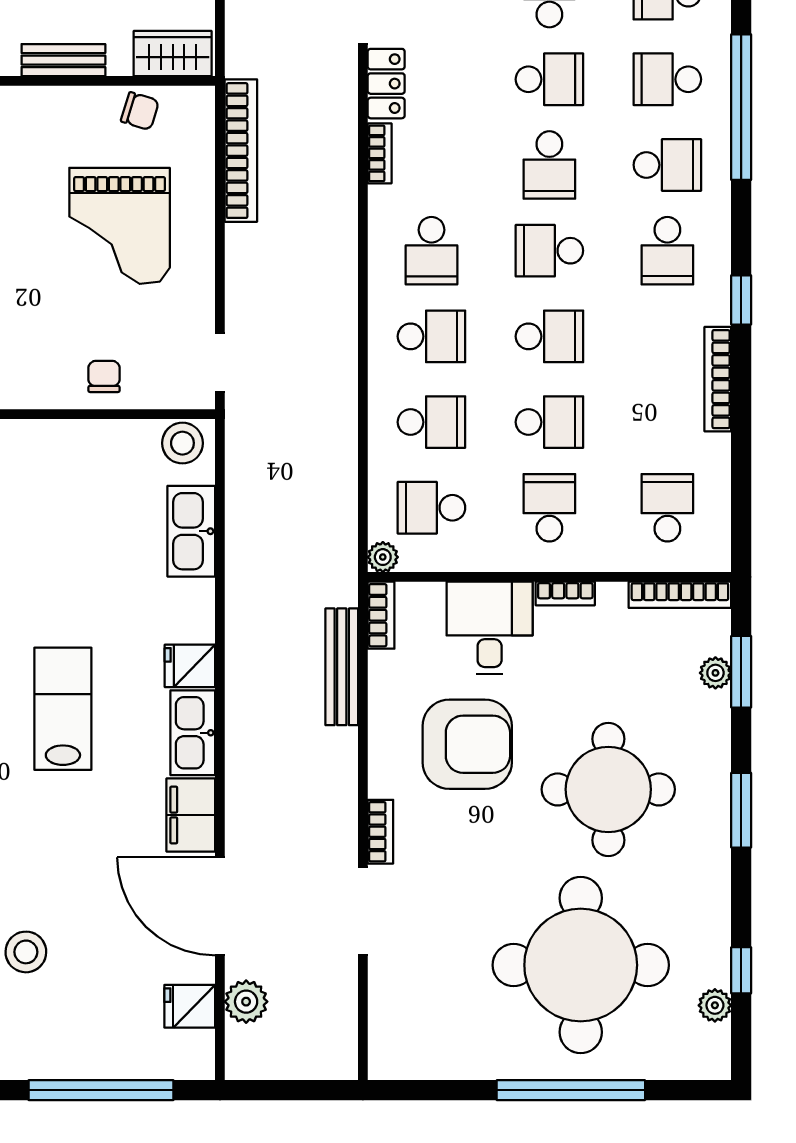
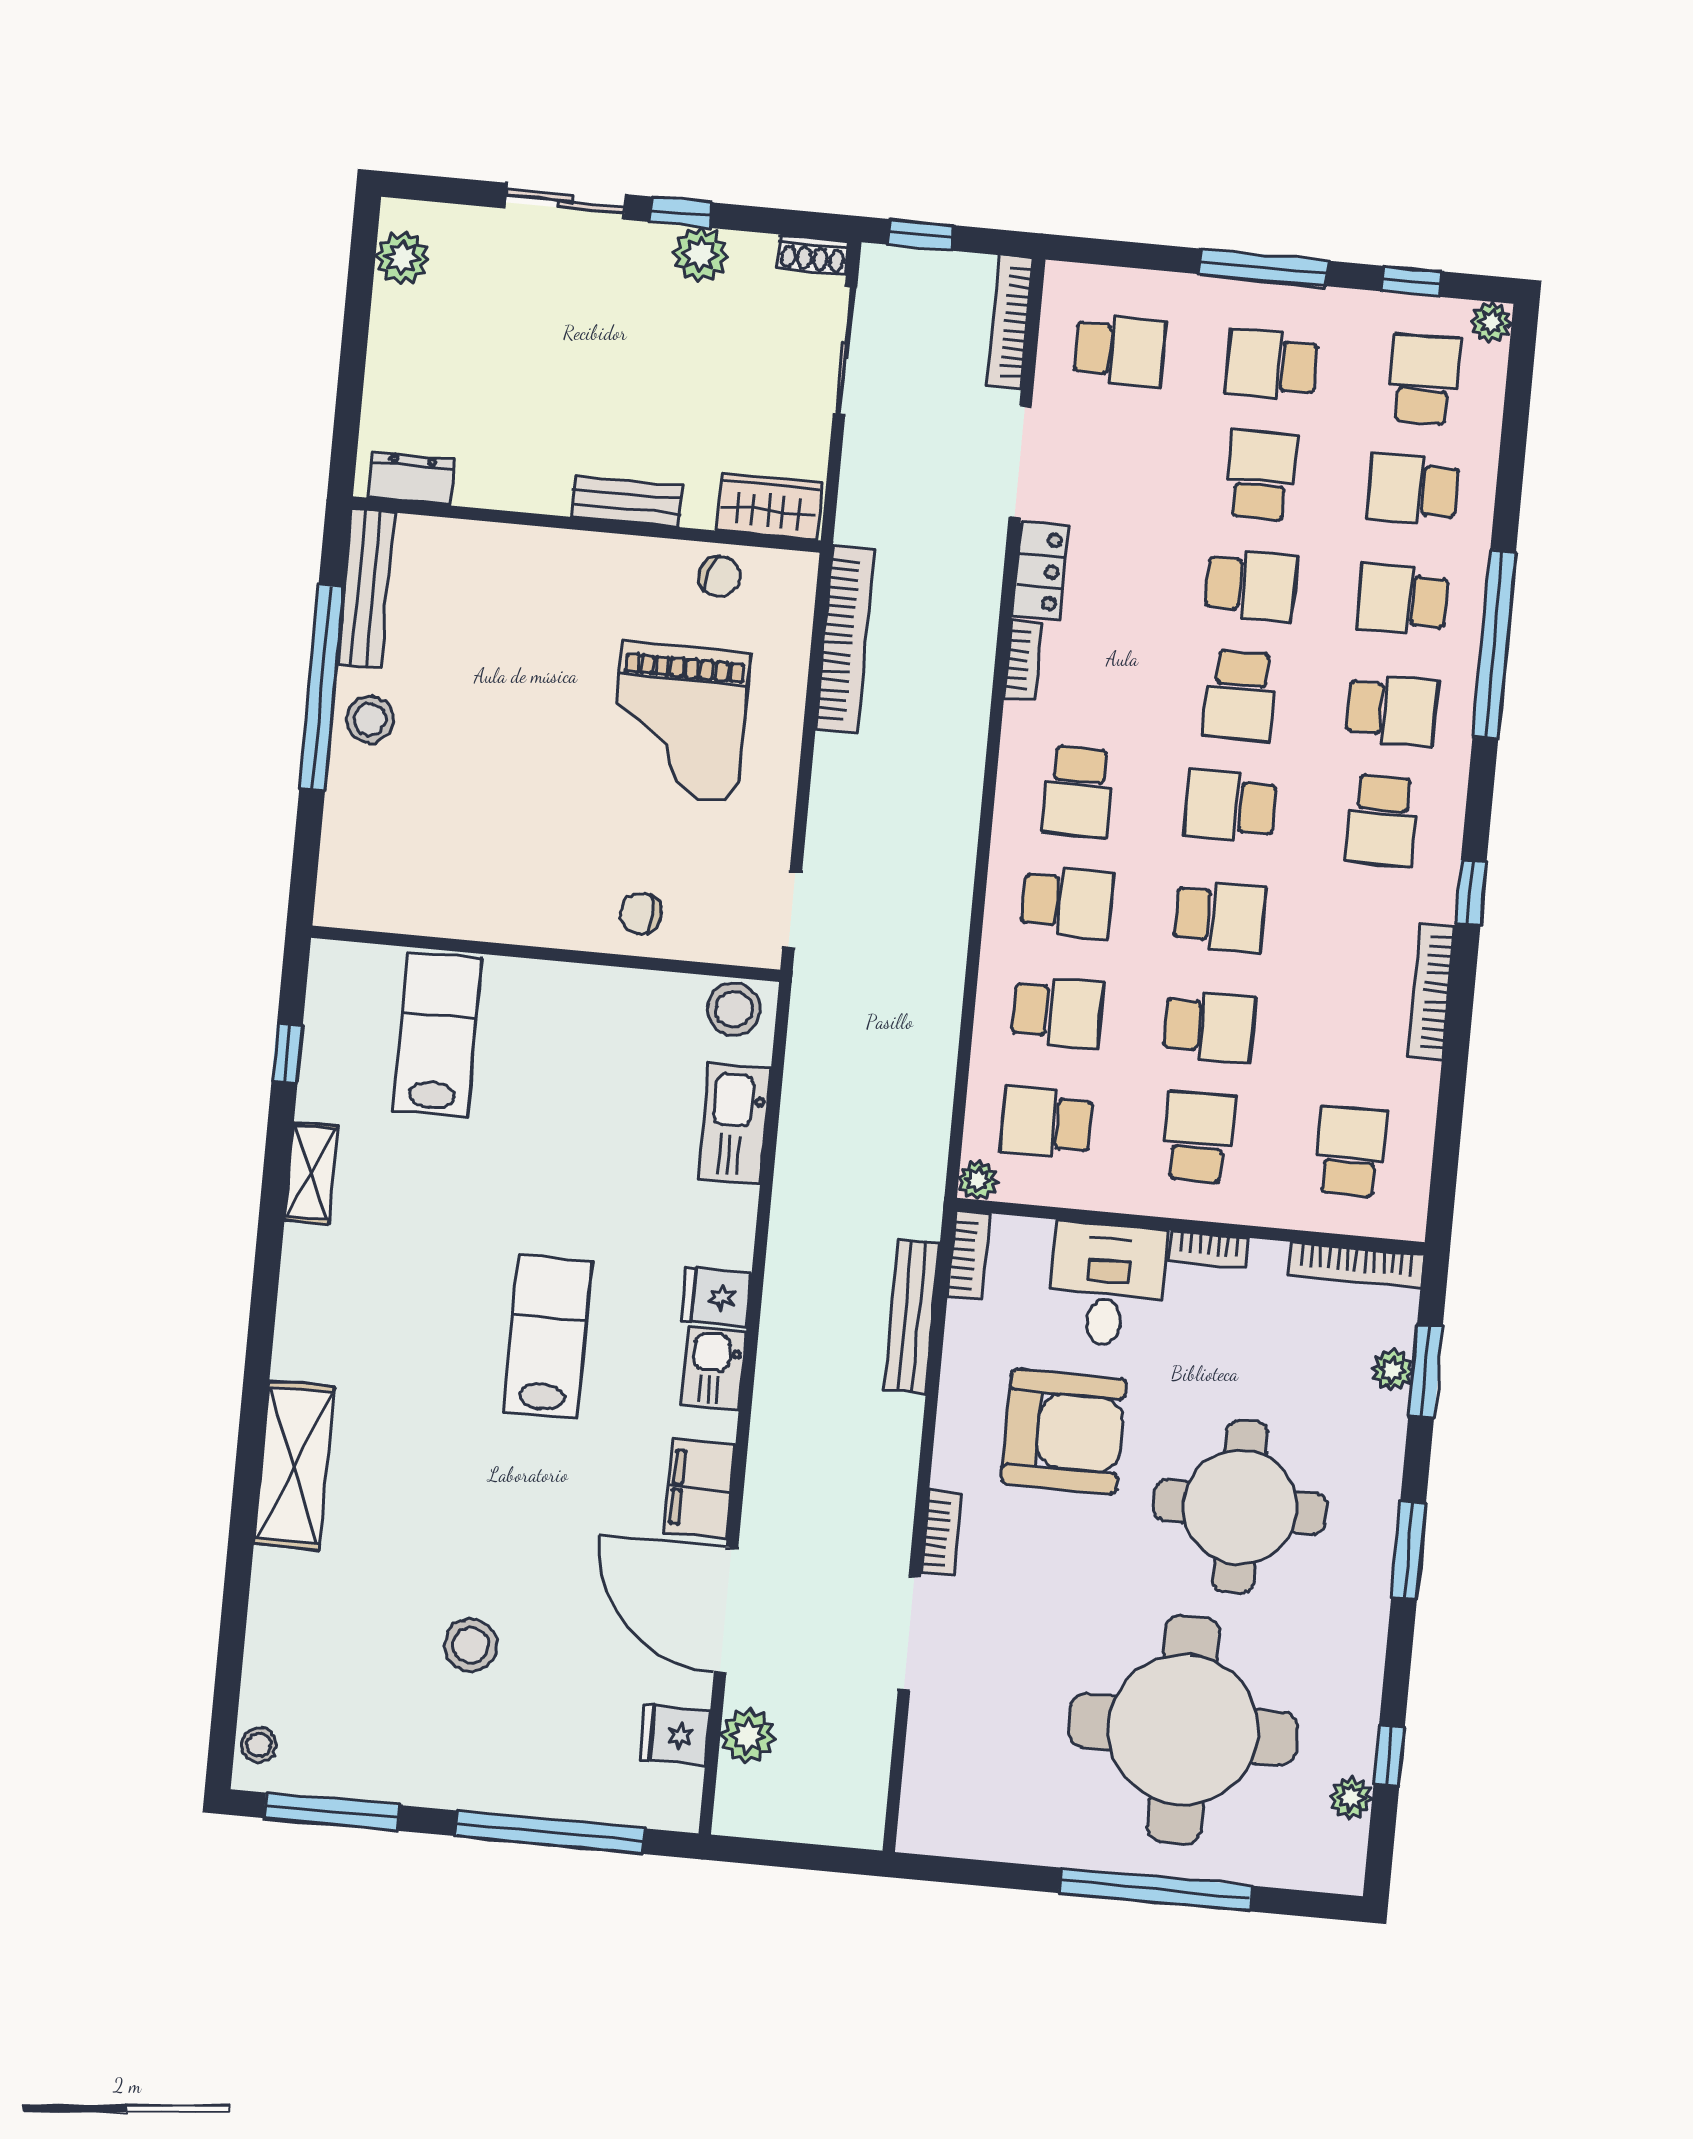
chair: (104, 376) -> (641, 914), turned -90
kitchen sink: (193, 733) -> (714, 1368), width x0.73

